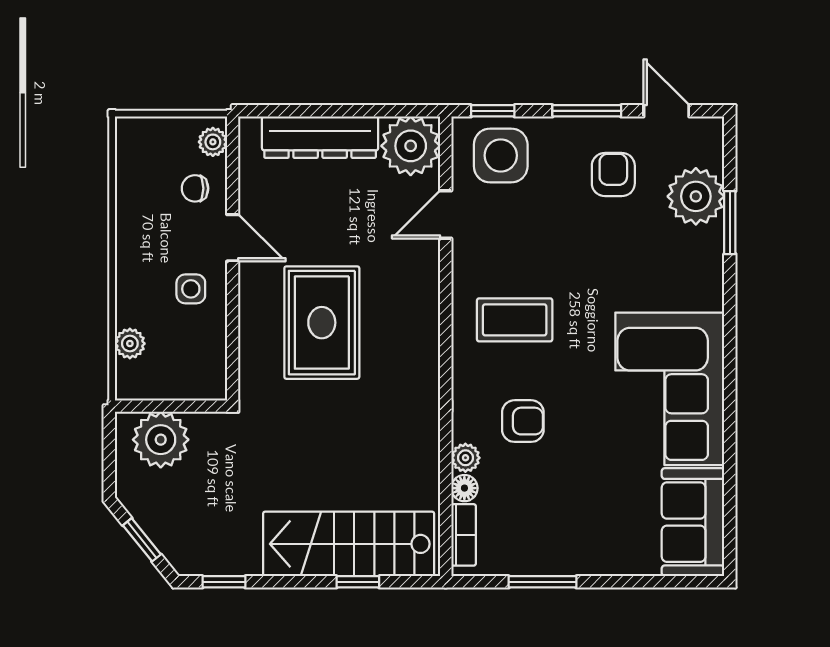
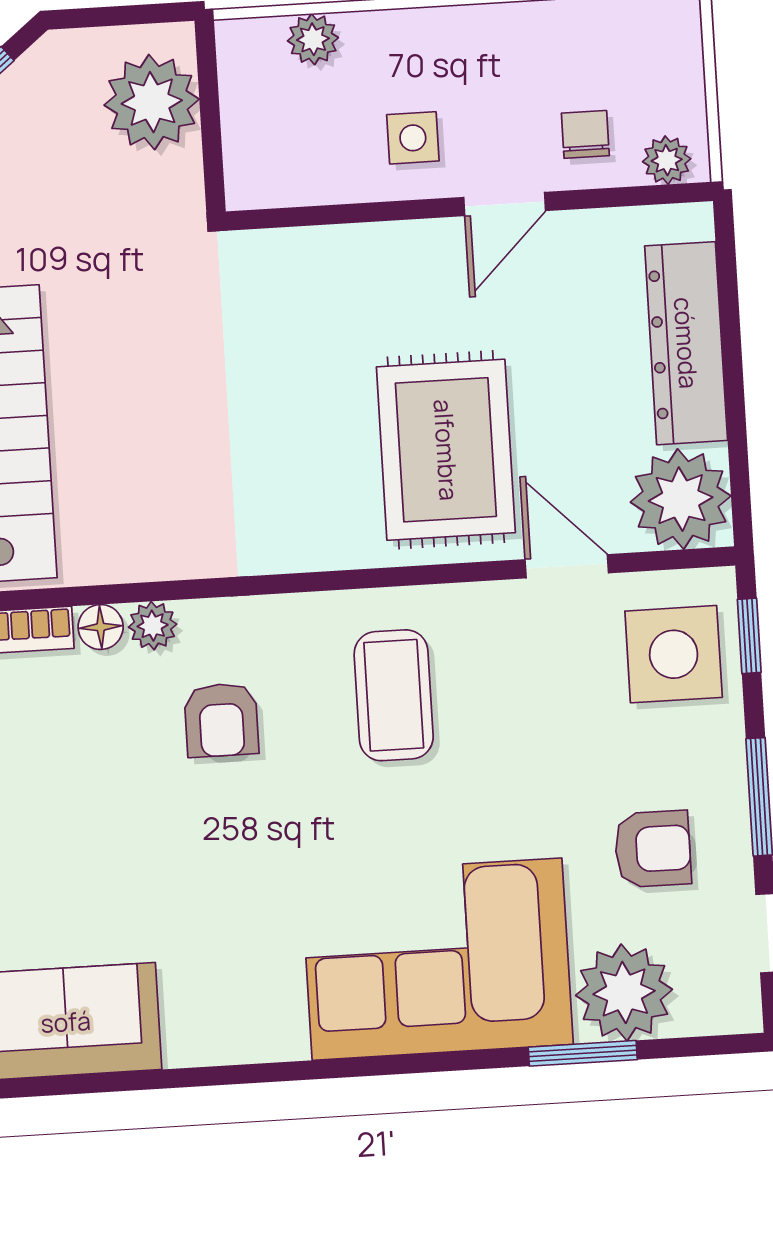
rug: (322, 323) -> (446, 450), moved, turned 90
corner sofa: (670, 389) -> (437, 959), moved

